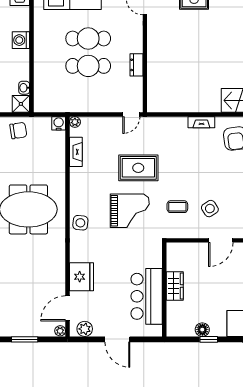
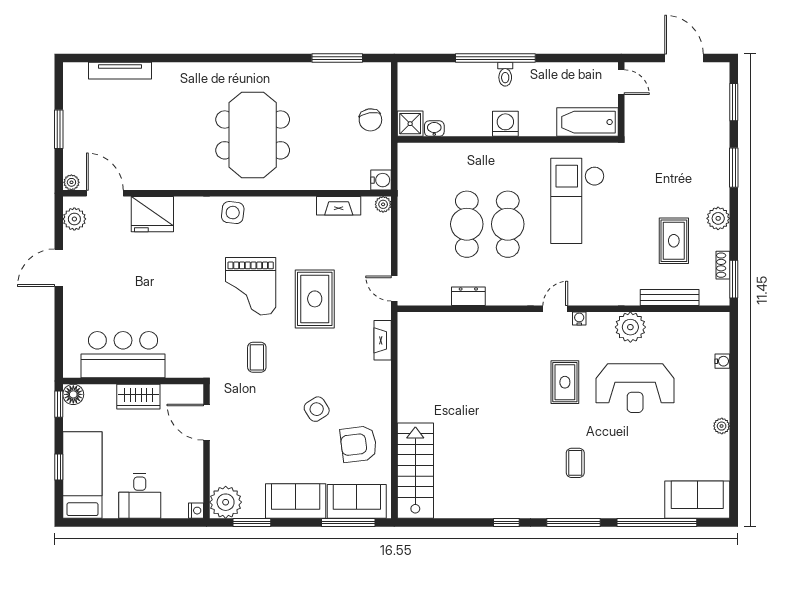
fireplace: (201, 122) -> (383, 340), moved
side table: (210, 209) -> (317, 409), moved
wardrobe: (175, 286) -> (138, 397), moved
wall: (164, 290) -> (133, 381), moved
bar counter: (147, 296) -> (123, 355), moved

